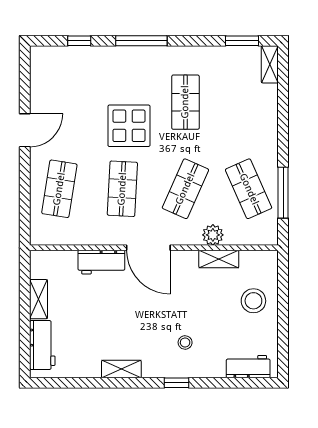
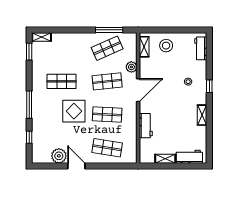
plant: (44, 97) -> (59, 156), added
shop shelf: (185, 189) -> (107, 81), turned -30
door: (148, 248) -> (138, 90), moved
shelving: (219, 259) -> (144, 47), moved

